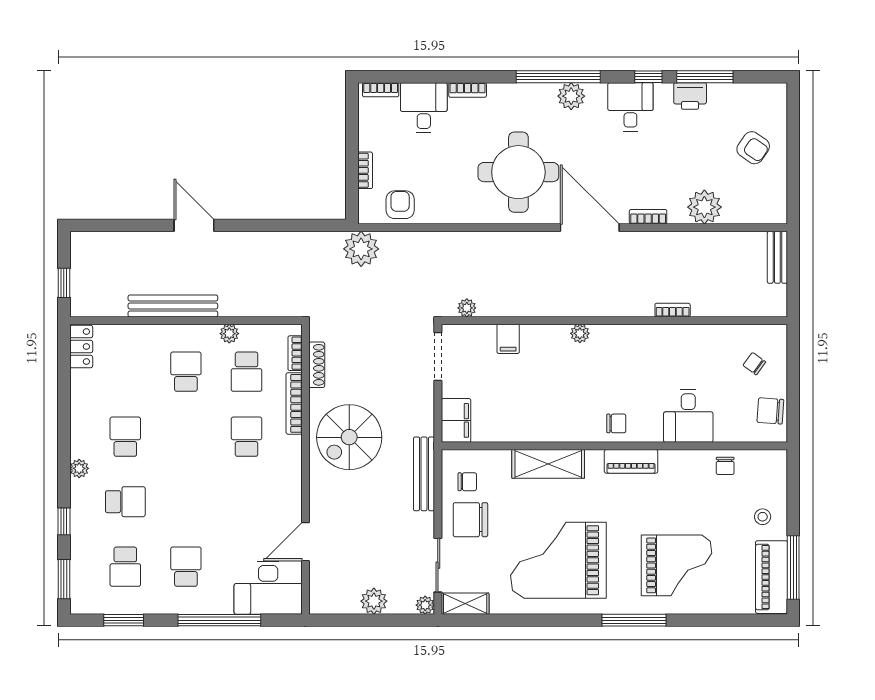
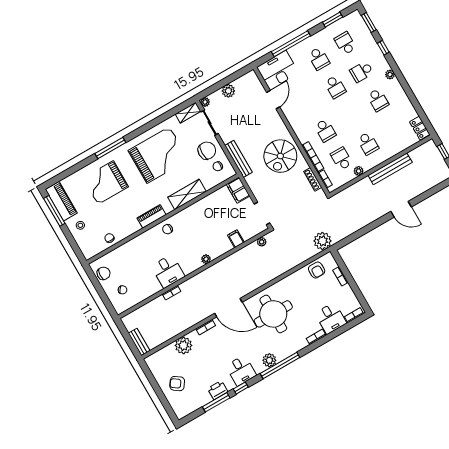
desk: (688, 416) -> (168, 271), moved, turned 180
spiral stairs: (349, 437) -> (280, 156), turned 180
school desk: (186, 502) -> (335, 87), added

